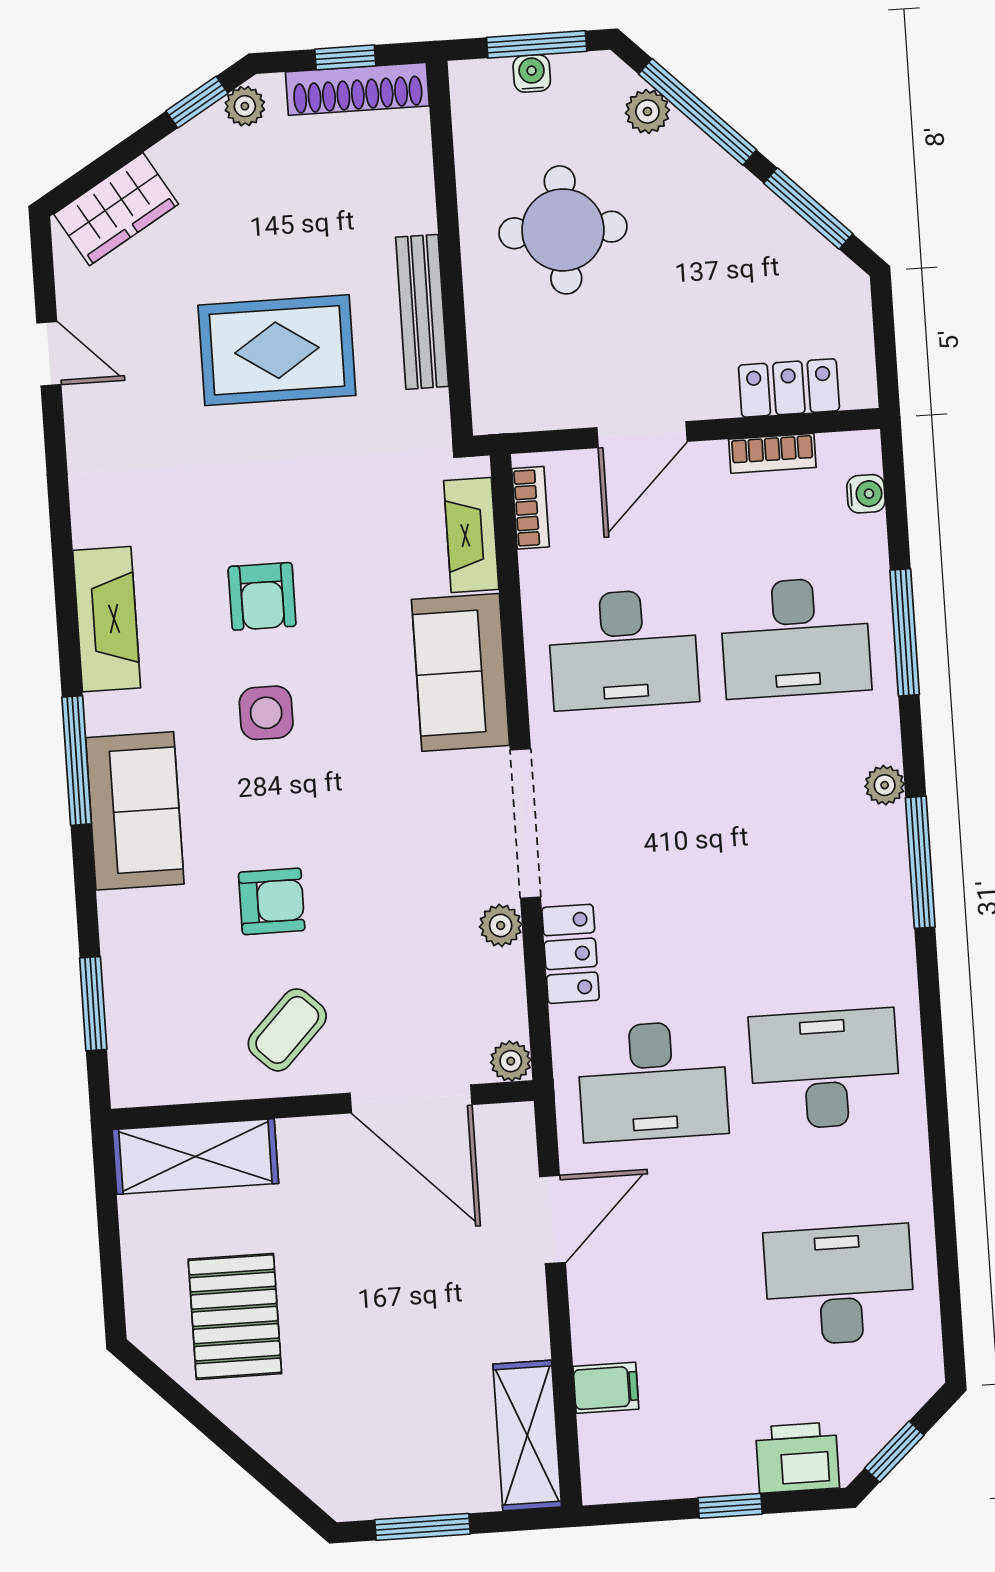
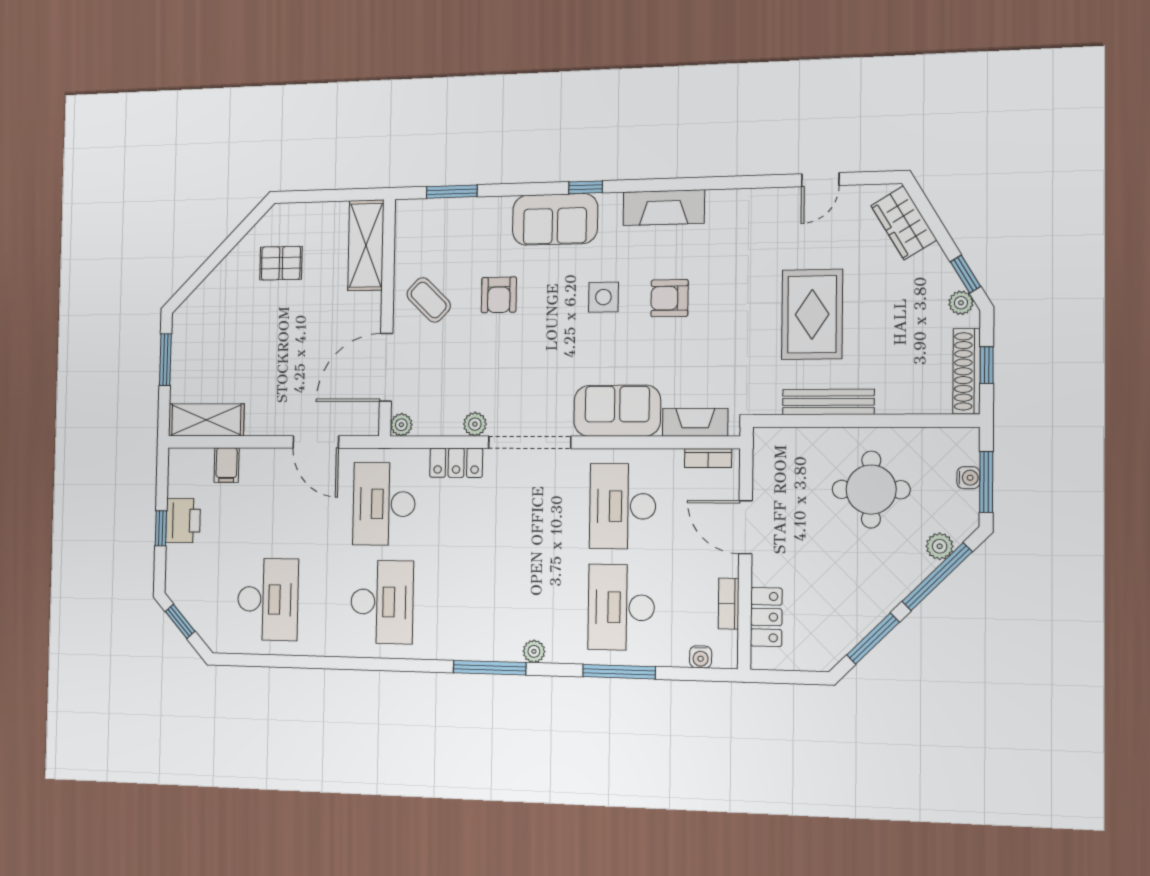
window: (77, 761) -> (586, 187), width x0.46
pallet: (235, 1316) -> (281, 263), width x0.67, depth x0.71
printer: (797, 1458) -> (183, 520), moved

